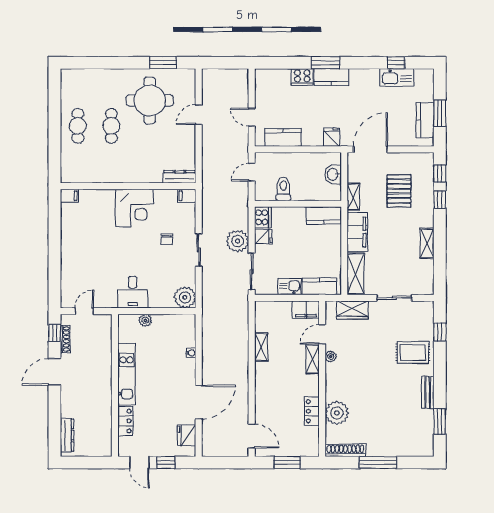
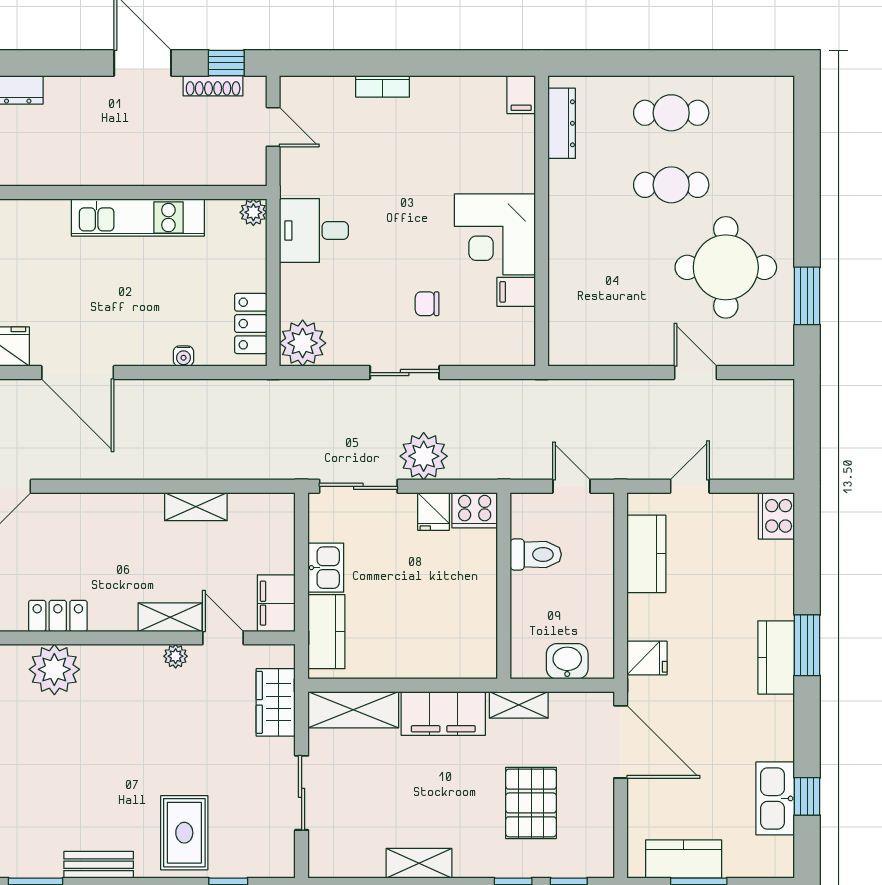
cooker: (302, 77) -> (776, 516), moved
dresser: (179, 177) -> (562, 123), moved
pallet: (399, 191) -> (531, 803), turned 90
filing cabinet: (187, 196) -> (516, 292), moved, turned -90
kitchen counter: (324, 215) -> (479, 641), removed
bookcase: (65, 260) -> (383, 86), added
plant: (145, 320) -> (253, 212), moved
locker: (125, 421) -> (251, 324), moved, turned 90

